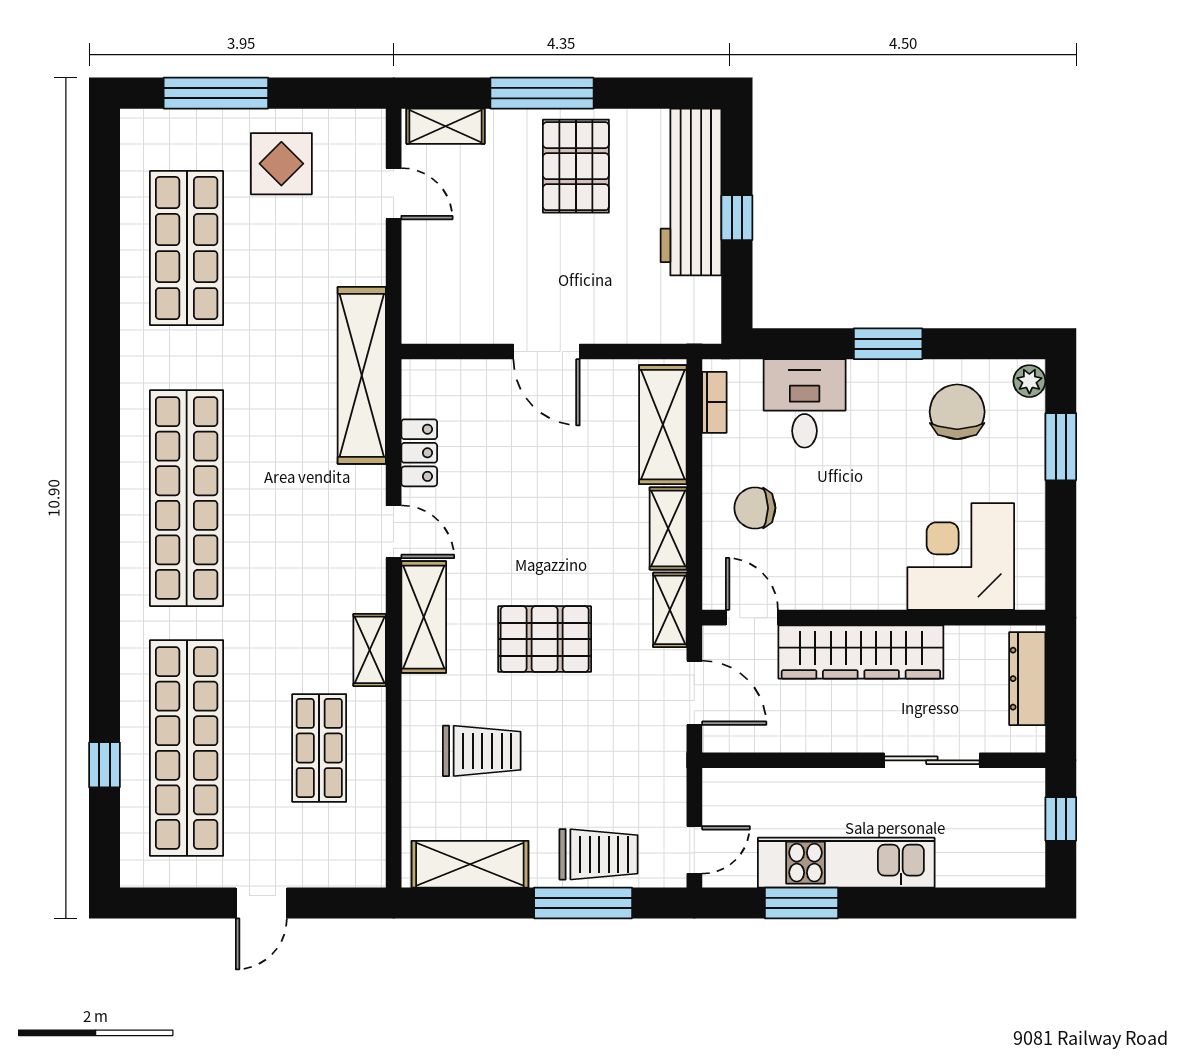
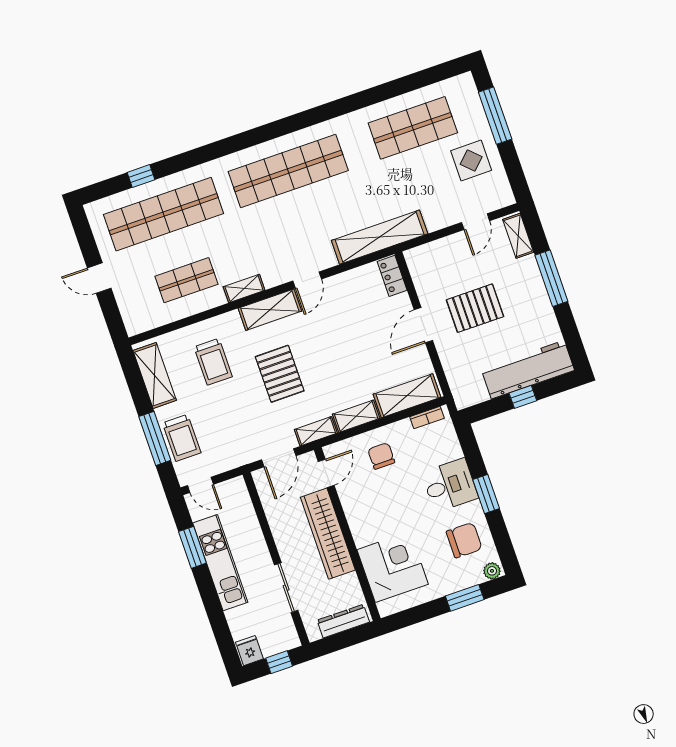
pallet: (576, 166) -> (475, 308), moved
desk: (805, 403) -> (450, 485), moved
locker: (419, 453) -> (392, 276), moved, turned 90
fridge: (1022, 865) -> (249, 651), added

